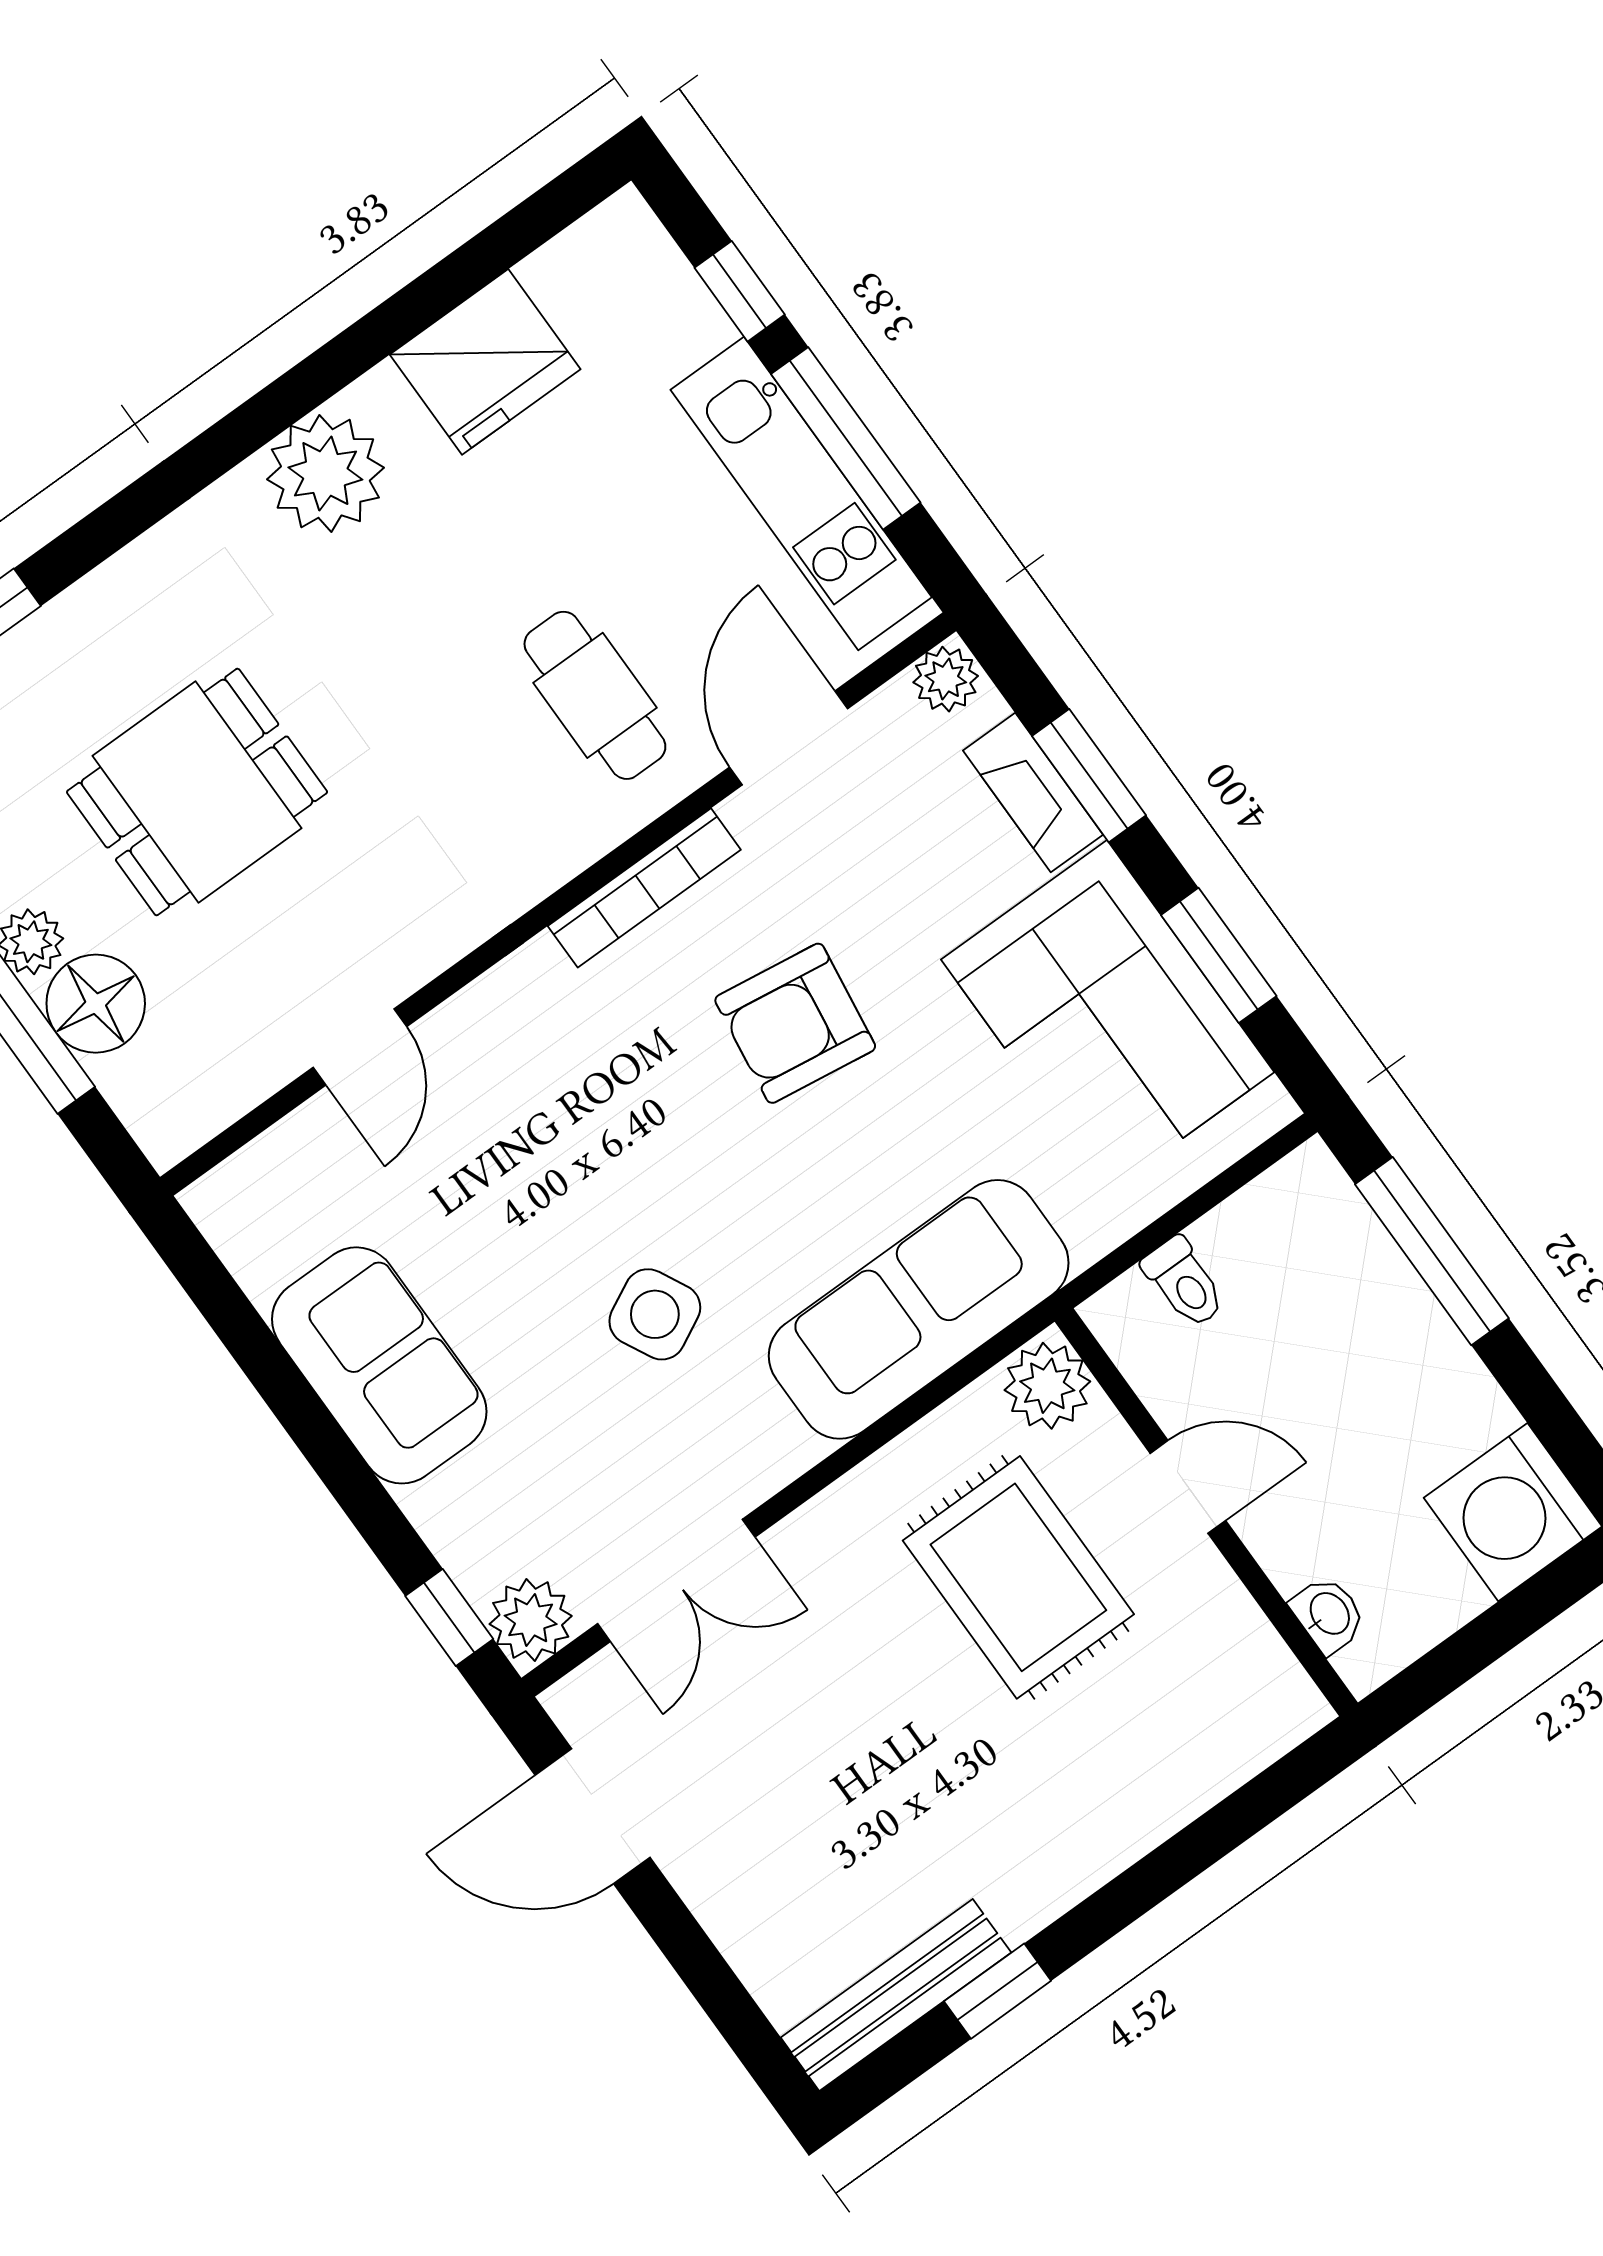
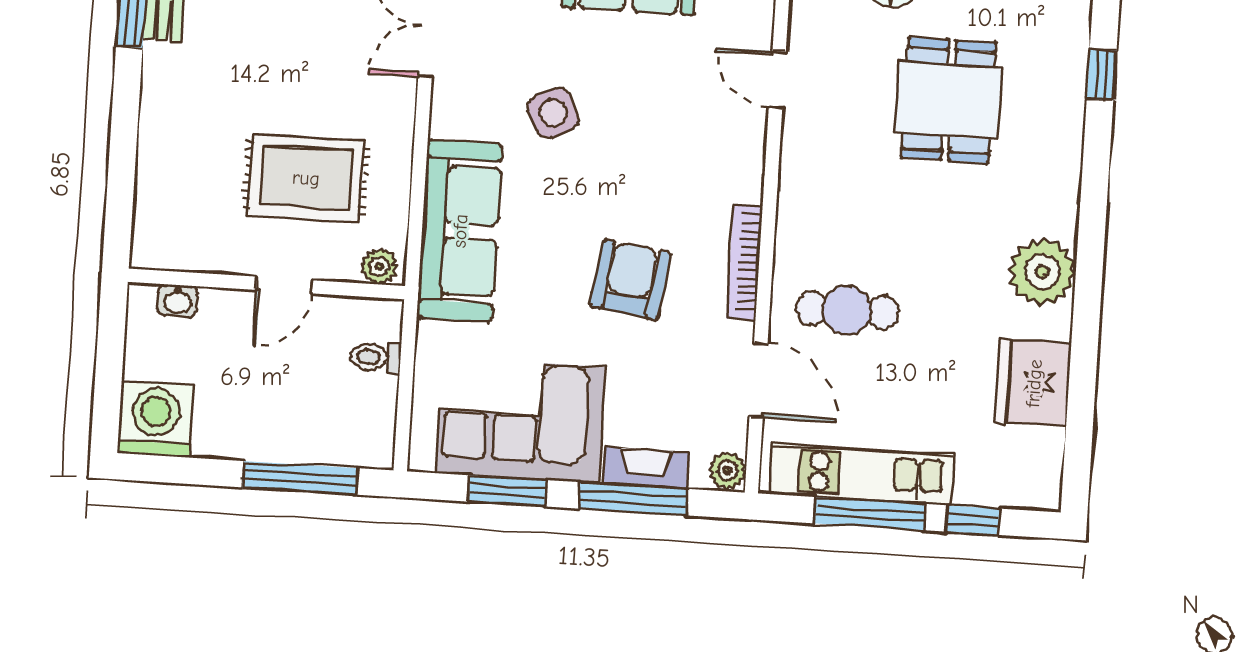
window: (1089, 776) -> (633, 499), width x1.44
plant: (1047, 1386) -> (379, 266), width x0.73, depth x0.73

